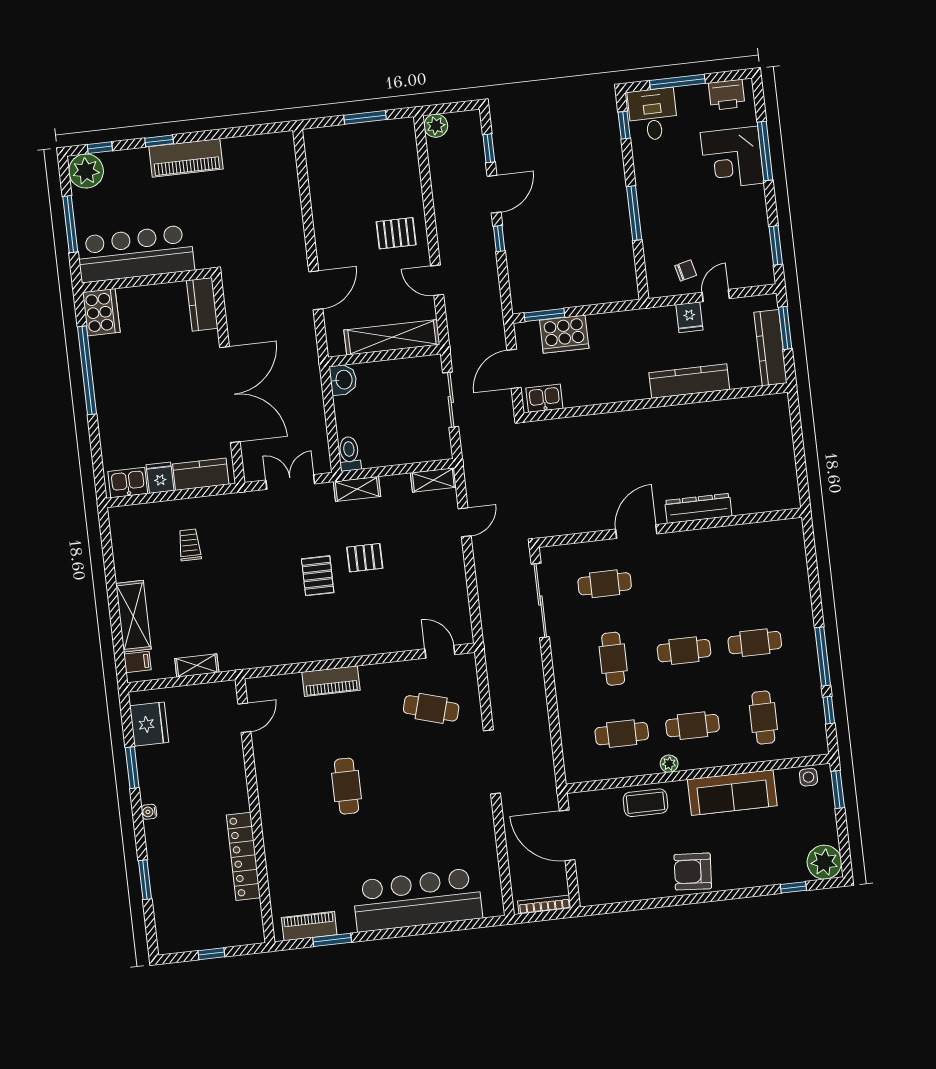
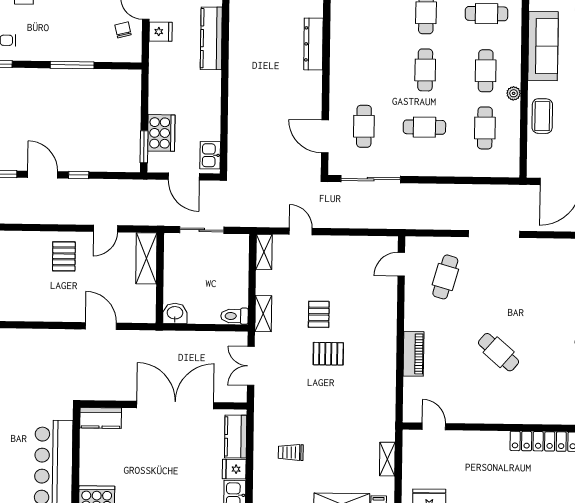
shelving: (392, 337) -> (146, 258), width x0.68
door: (636, 531) -> (325, 136), moved
cafe table: (347, 786) -> (499, 352), turned 41

